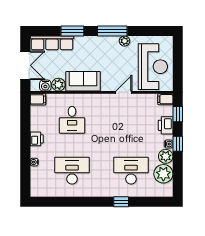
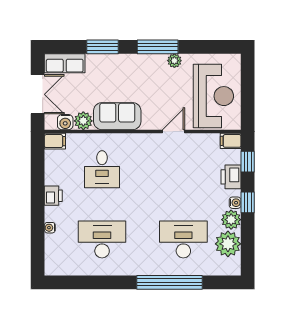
row of seats: (52, 43) -> (65, 63), width x0.68
window: (121, 202) -> (170, 282), width x3.17

